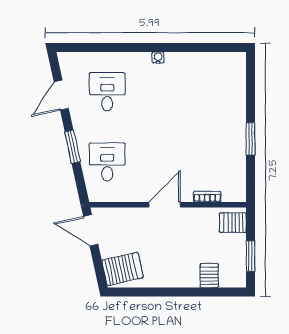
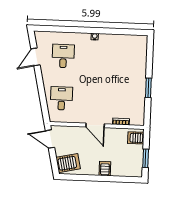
window: (73, 147) -> (41, 88), removed
door: (165, 205) -> (95, 125), swing flipped
server rack: (209, 276) -> (105, 169), moved

